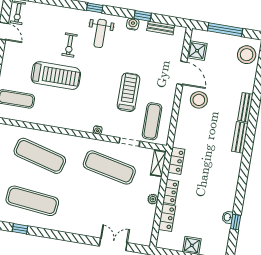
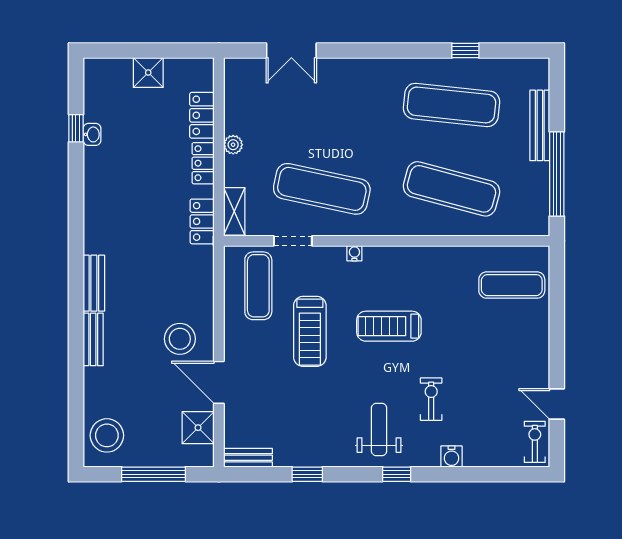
water cooler: (133, 24) -> (452, 457), moved
bench: (161, 28) -> (248, 458), moved
treadmill: (56, 76) -> (389, 326), moved, width x0.73, depth x0.73

